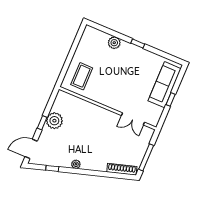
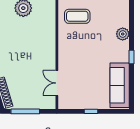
sofa: (165, 85) -> (120, 85), moved, turned -90

